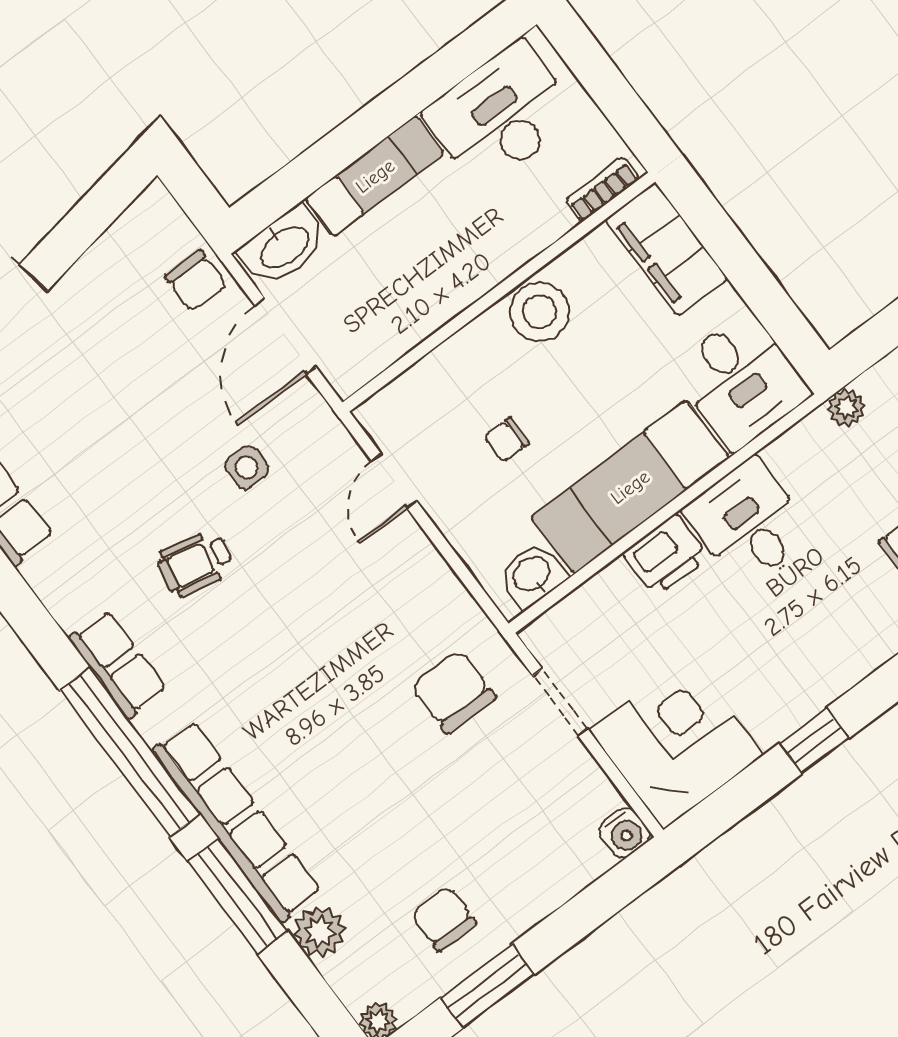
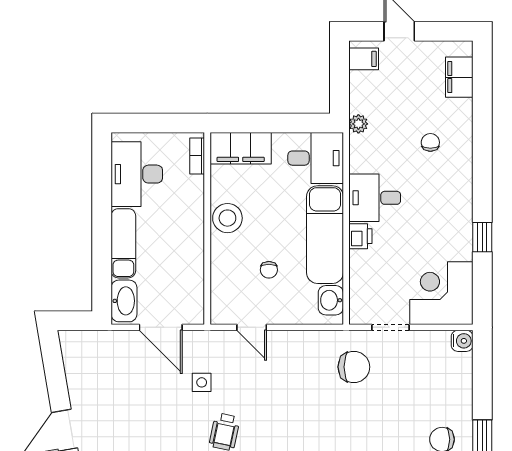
chair: (196, 281) -> (111, 347), removed
printer: (666, 555) -> (360, 236), width x0.73, depth x0.81
chair: (453, 692) -> (354, 367), turned 180

